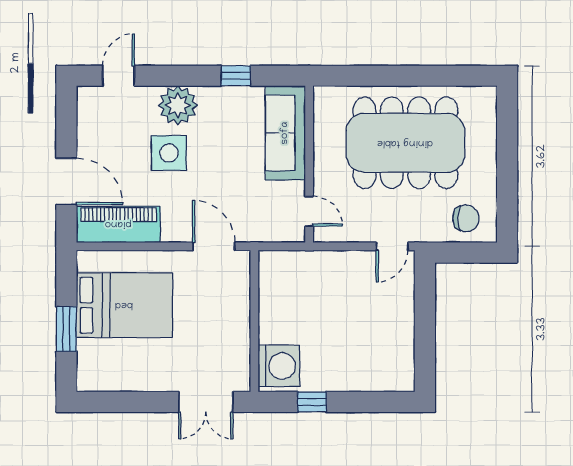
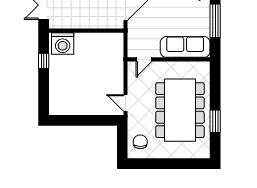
window: (236, 76) -> (215, 21), width x2.17
window: (427, 76) -> (215, 121), added
chair: (466, 218) -> (140, 142), turned 180

